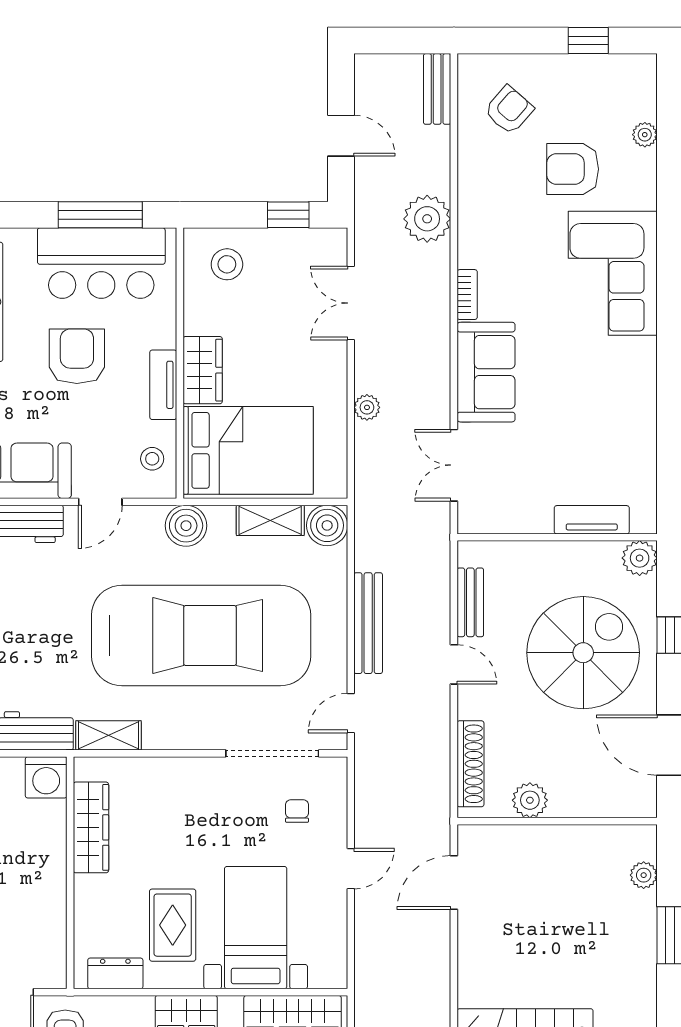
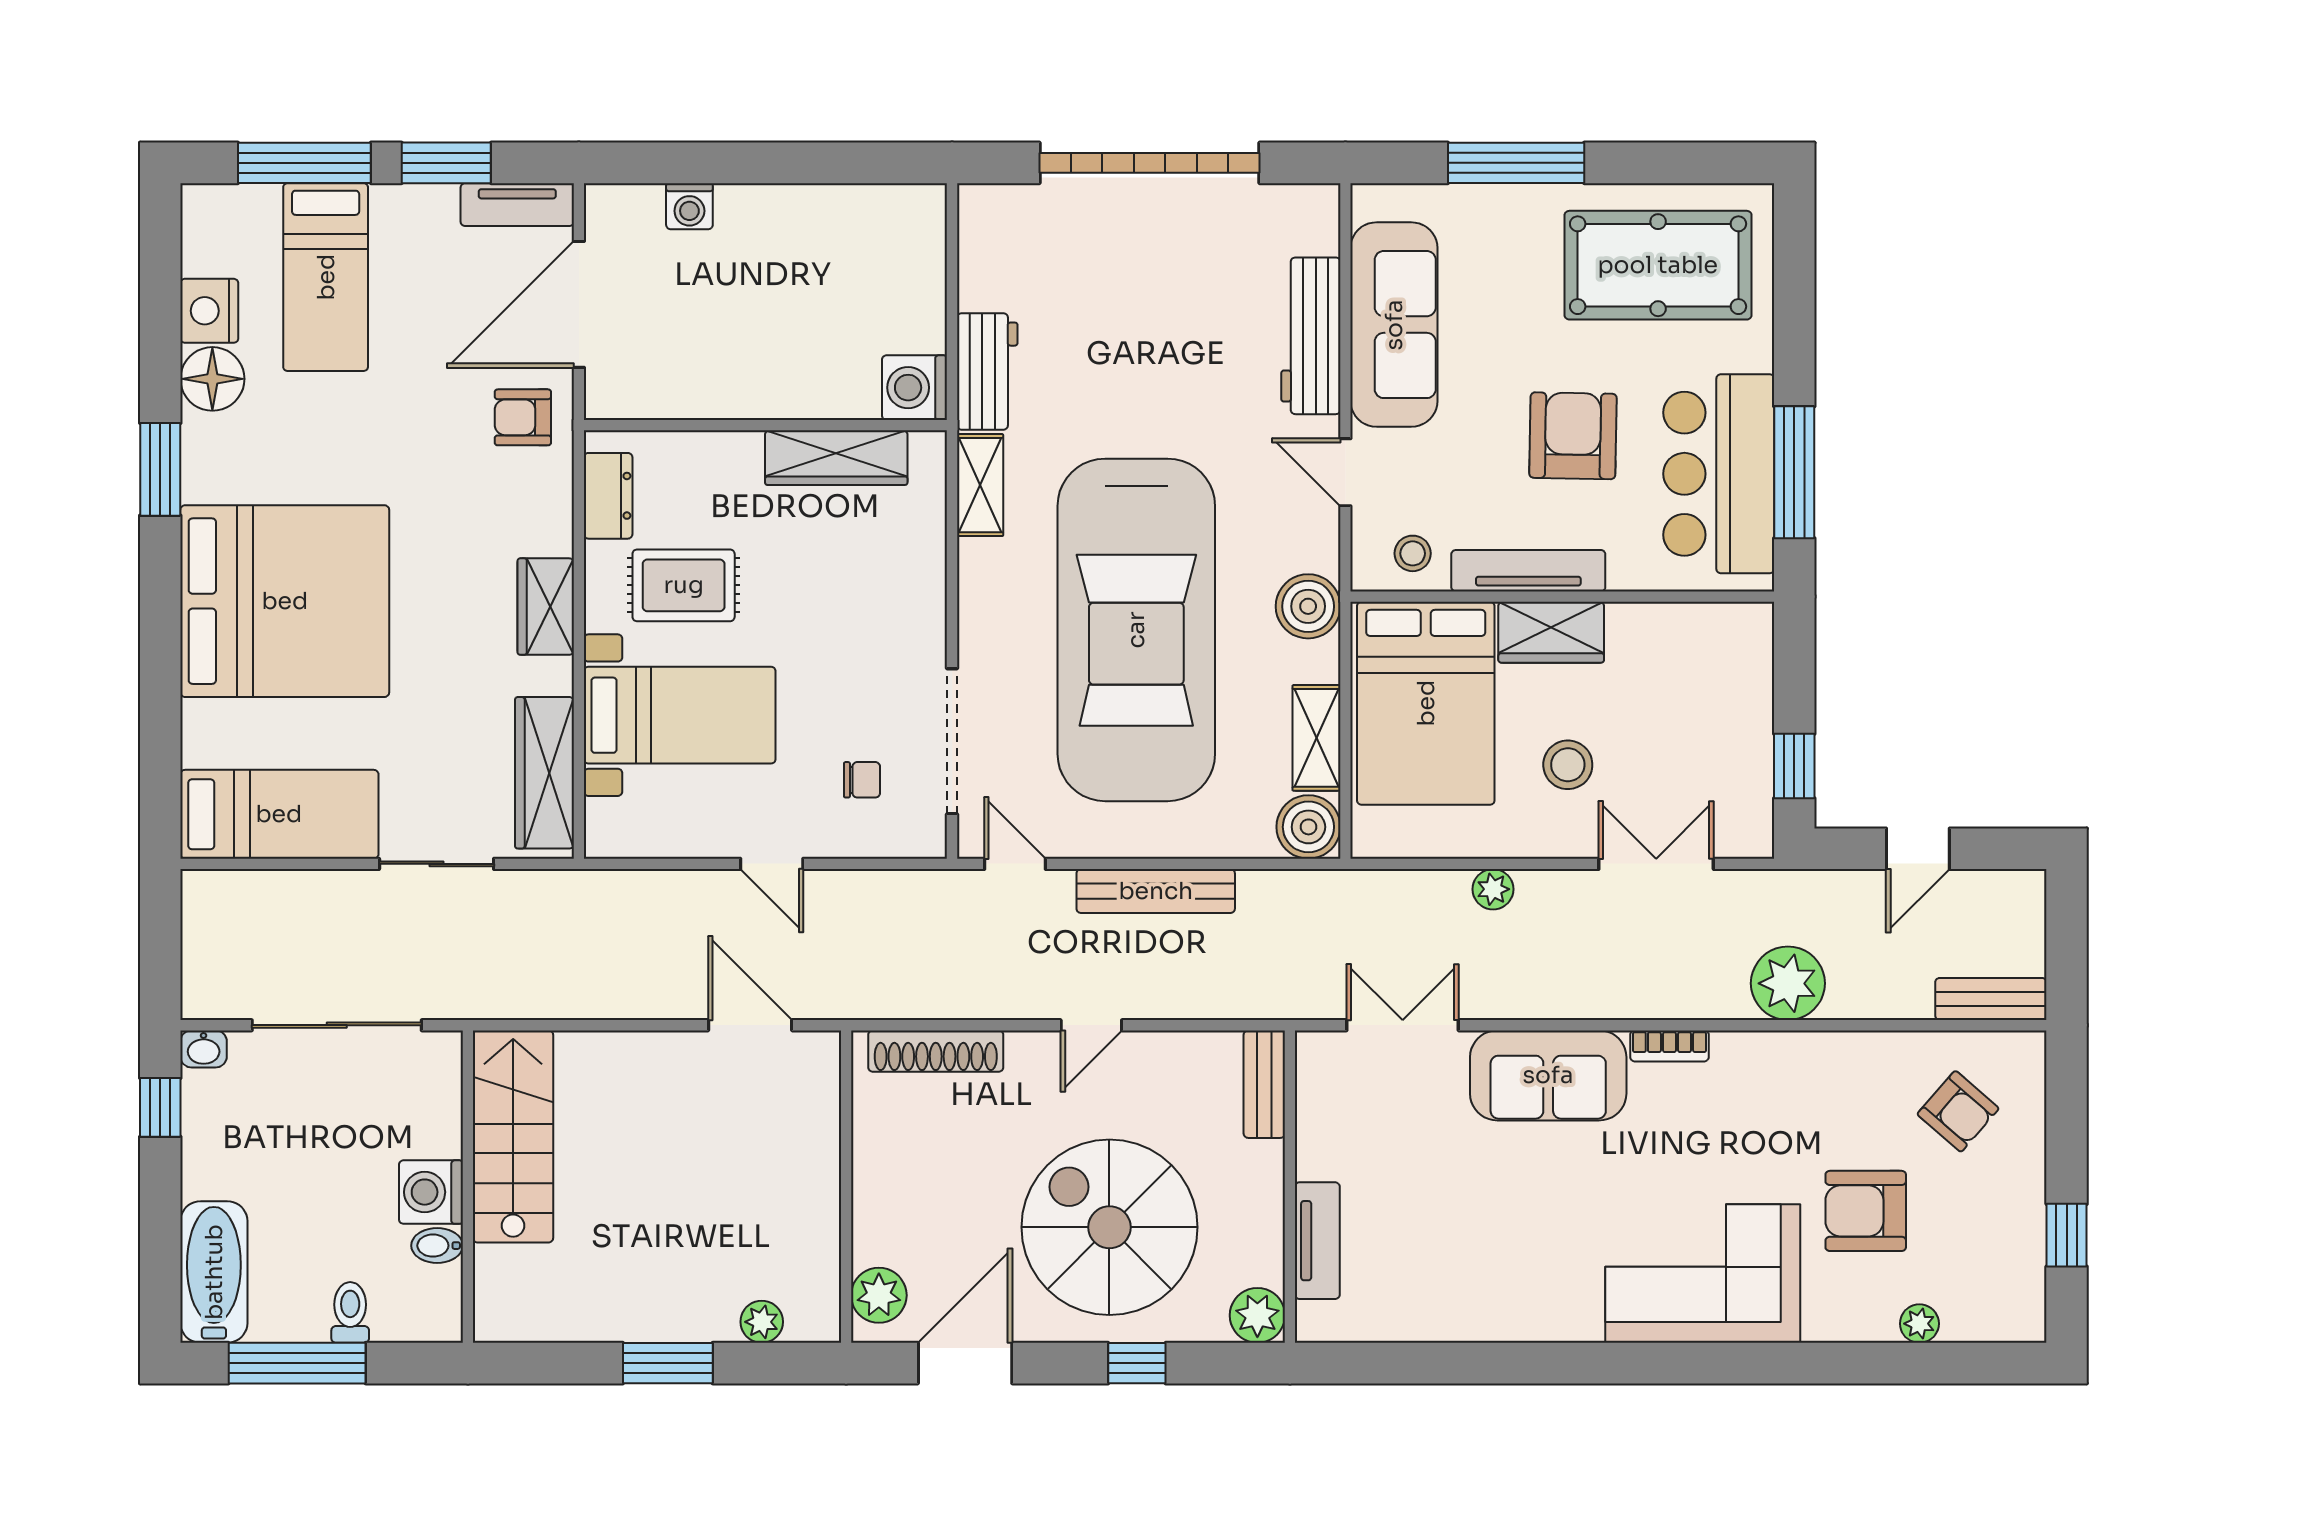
armchair: (573, 169) -> (1866, 1211), turned -90
stool: (227, 264) -> (1568, 765), moved
armchair: (77, 356) -> (1573, 436), turned -89
tv unit: (163, 385) -> (1528, 571), width x1.41
bench: (470, 602) -> (1264, 1084), moved, turned 90
spiral stairs: (583, 653) -> (1109, 1227), turned 180
plant: (530, 800) -> (879, 1295), moved

